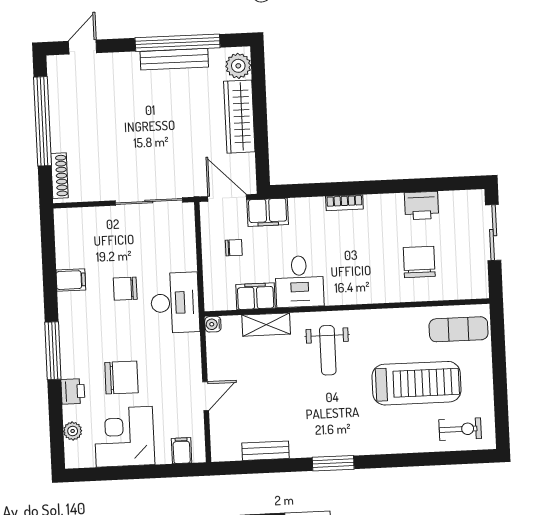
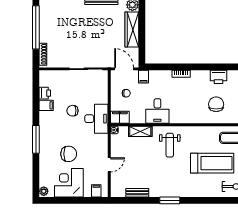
filing cabinet: (268, 212) -> (144, 77), width x0.50
filing cabinet: (255, 296) -> (120, 117), moved
printer: (73, 391) -> (45, 93), moved
plant: (73, 431) -> (44, 191), moved

